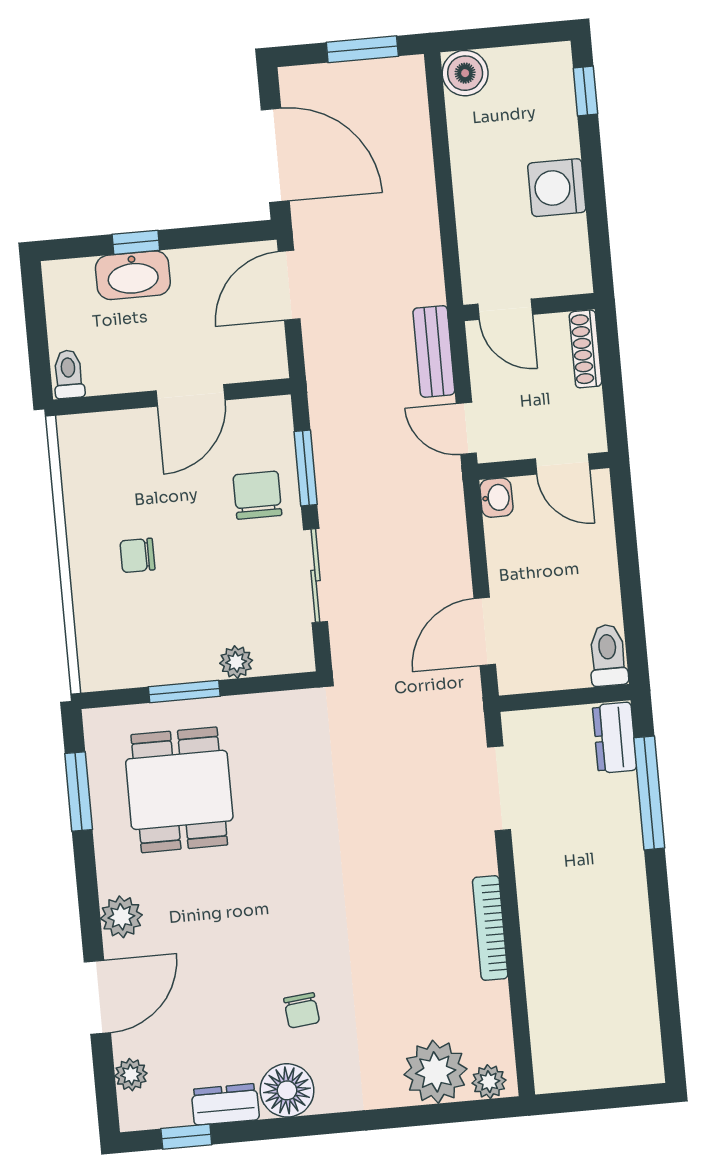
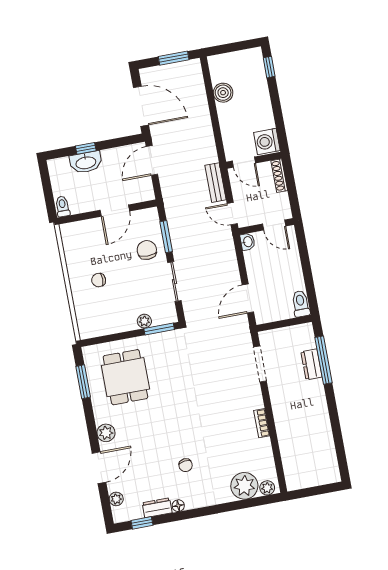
boiler: (465, 73) -> (223, 93), moved
washing machine: (557, 188) -> (267, 141), moved
window: (184, 691) -> (159, 329), moved
dresser: (615, 738) -> (312, 364), moved
bookcase: (490, 928) -> (262, 423), width x0.64
floor lamp: (287, 1090) -> (178, 506), width x0.53, depth x0.53

